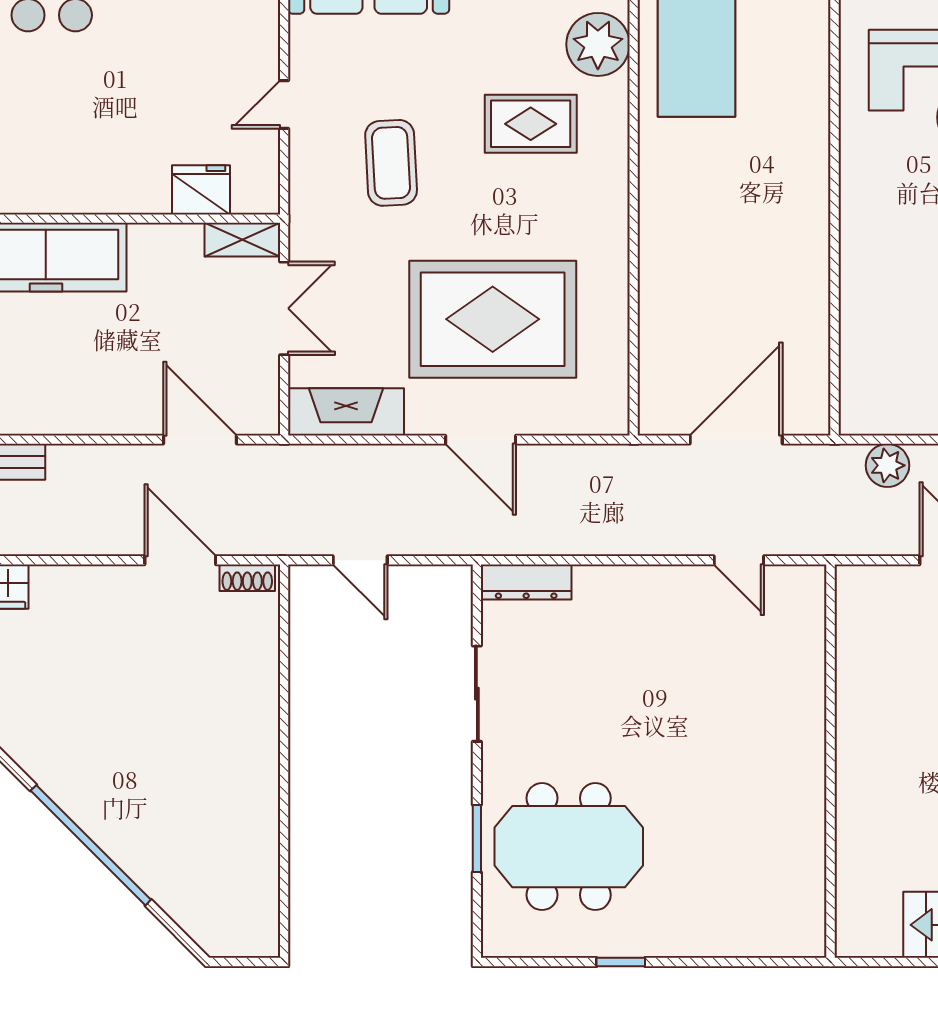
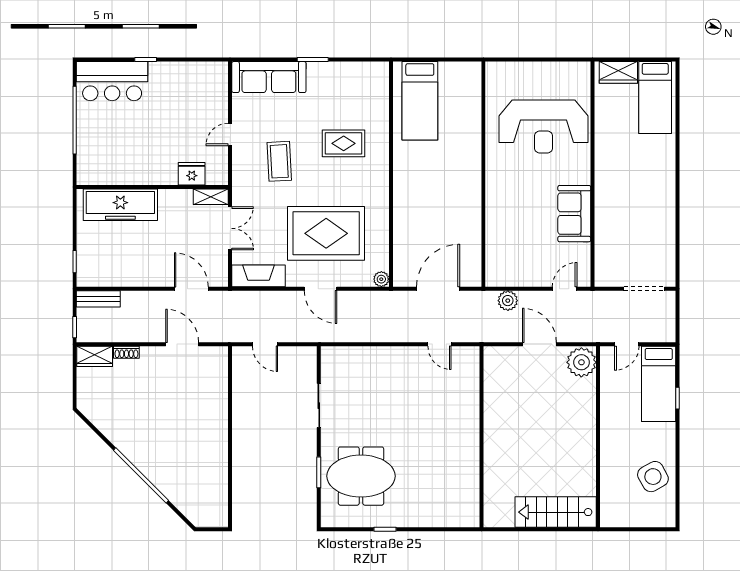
plant: (598, 44) -> (381, 279), moved, width x0.53, depth x0.53
shoe rack: (247, 578) -> (126, 352), moved
dresser: (526, 582) -> (341, 354), removed

